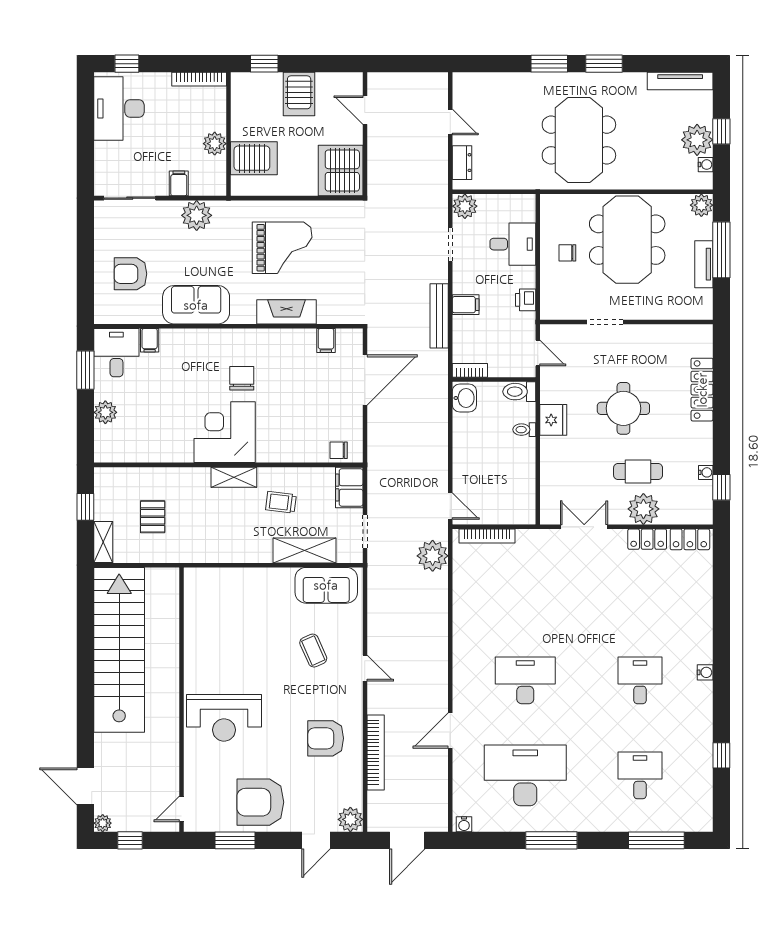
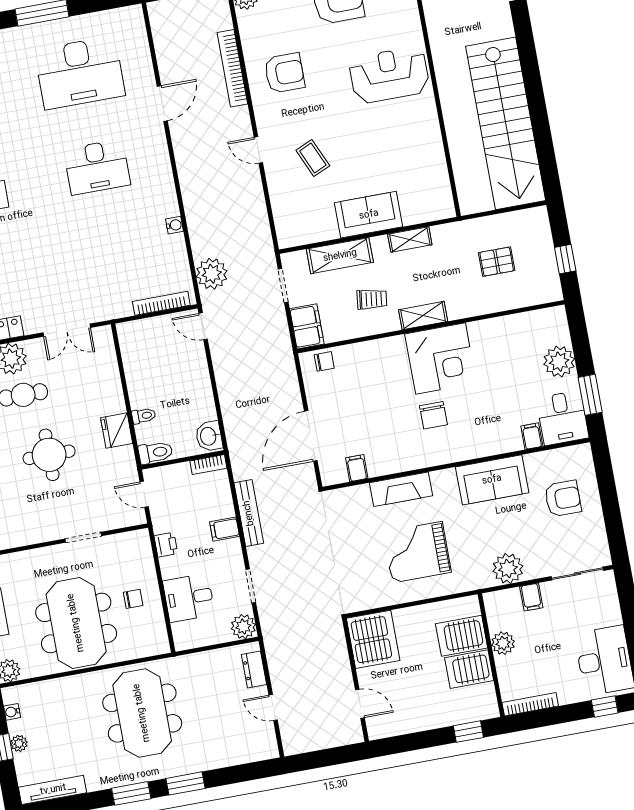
server rack: (299, 94) -> (469, 669), moved, turned -90
plant: (697, 140) -> (19, 743), width x0.53, depth x0.53
plant: (105, 412) -> (559, 362), width x1.36, depth x1.36
pallet: (153, 517) -> (497, 262), turned 90
shelving: (103, 542) -> (410, 240), moved, turned 90
sofa: (326, 585) -> (369, 215), moved
water cooler: (464, 824) -> (175, 225), moved, turned 90

